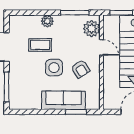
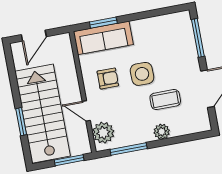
armchair: (80, 69) -> (108, 79), turned 122
sofa: (64, 100) -> (103, 38), moved

